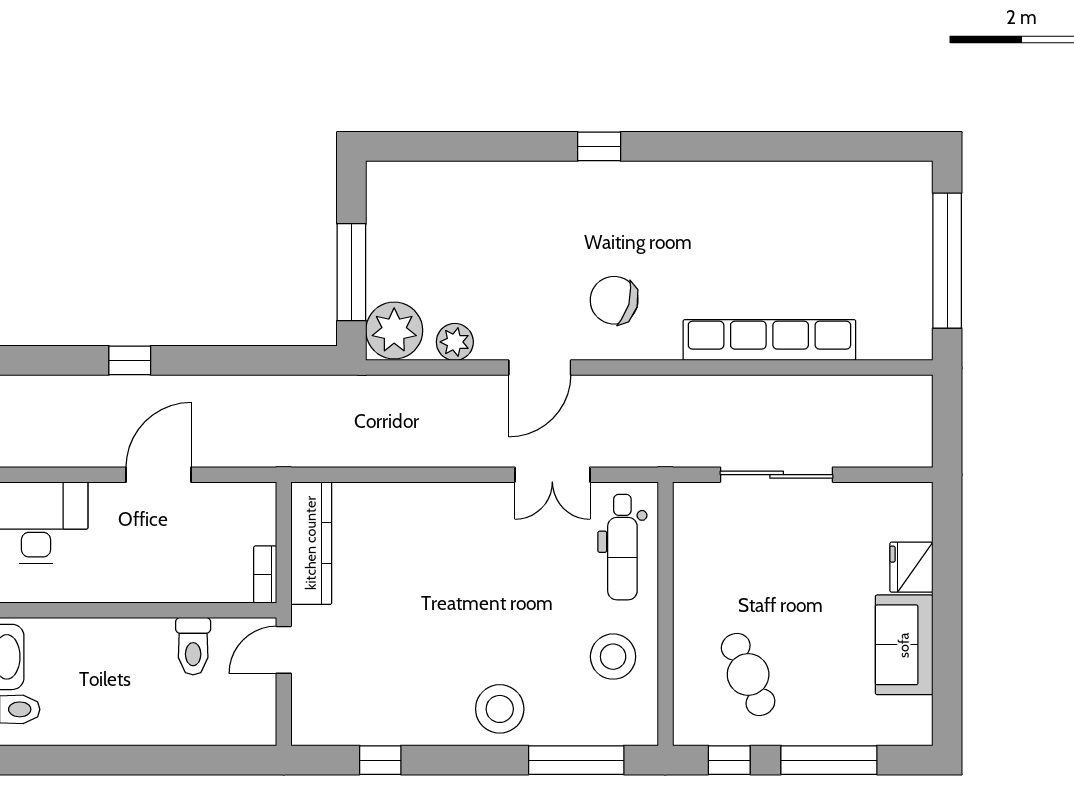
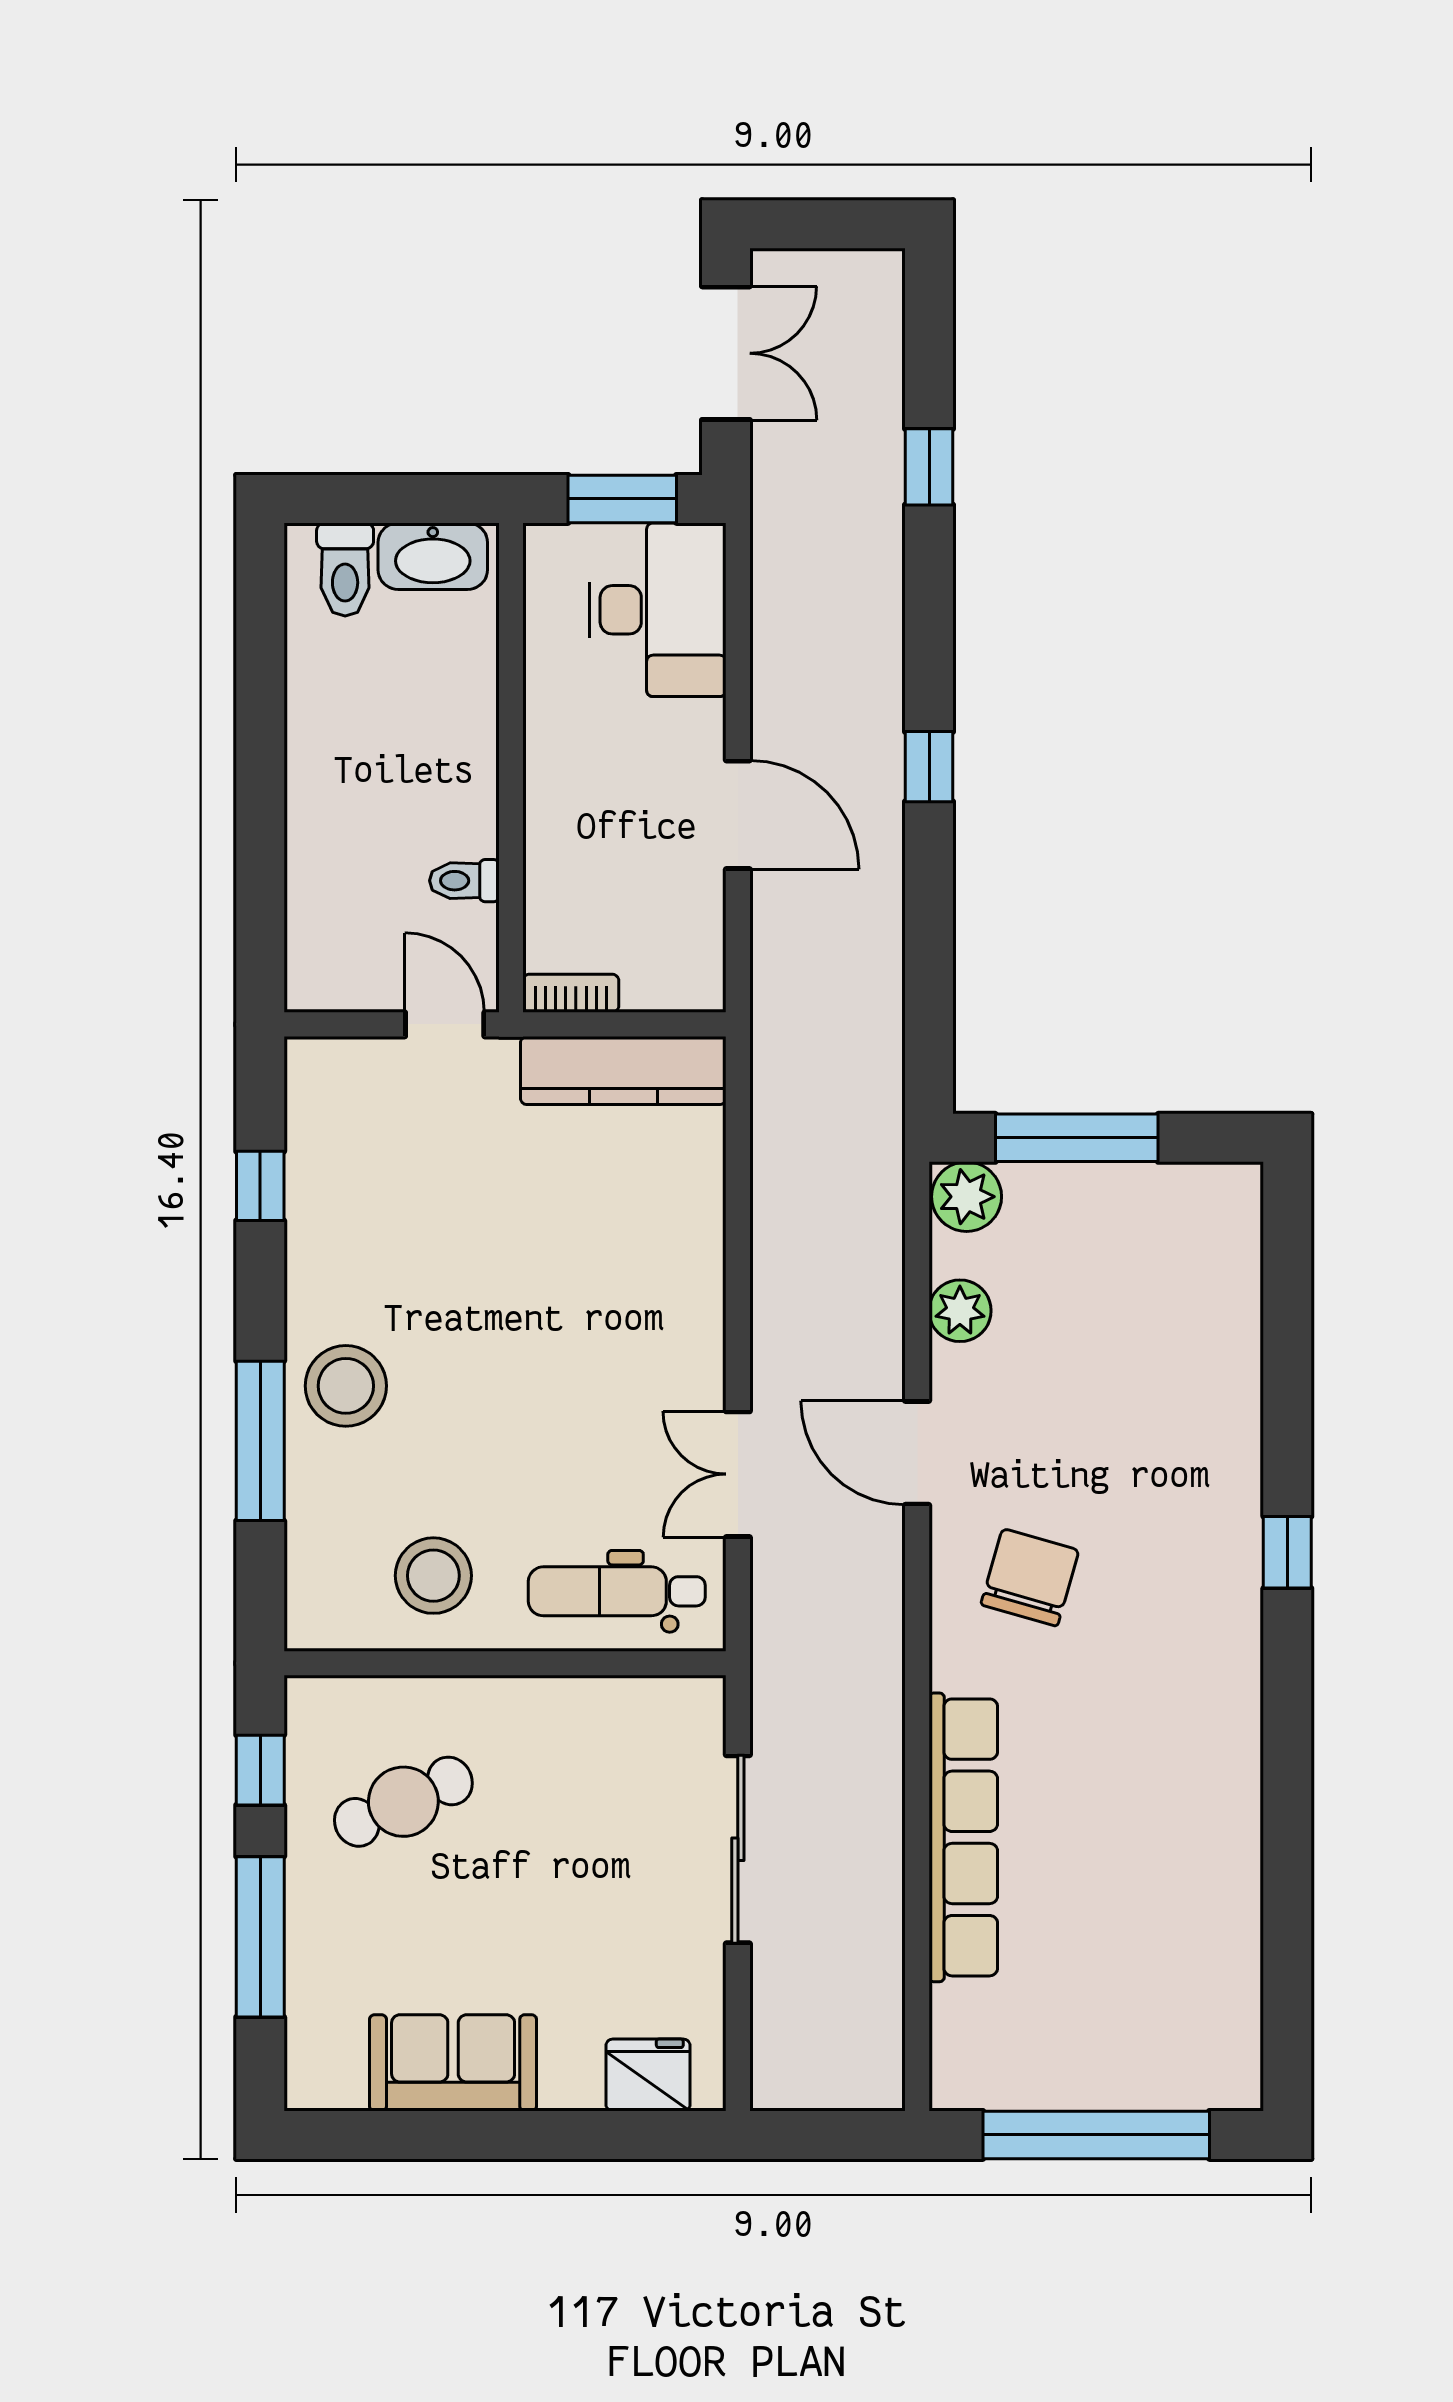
plant: (394, 330) -> (967, 1197), width x0.73, depth x0.73
fridge: (911, 567) -> (648, 2075), moved
toilet: (193, 646) -> (464, 881), width x0.73, depth x0.72
window: (576, 760) -> (260, 1441), moved

